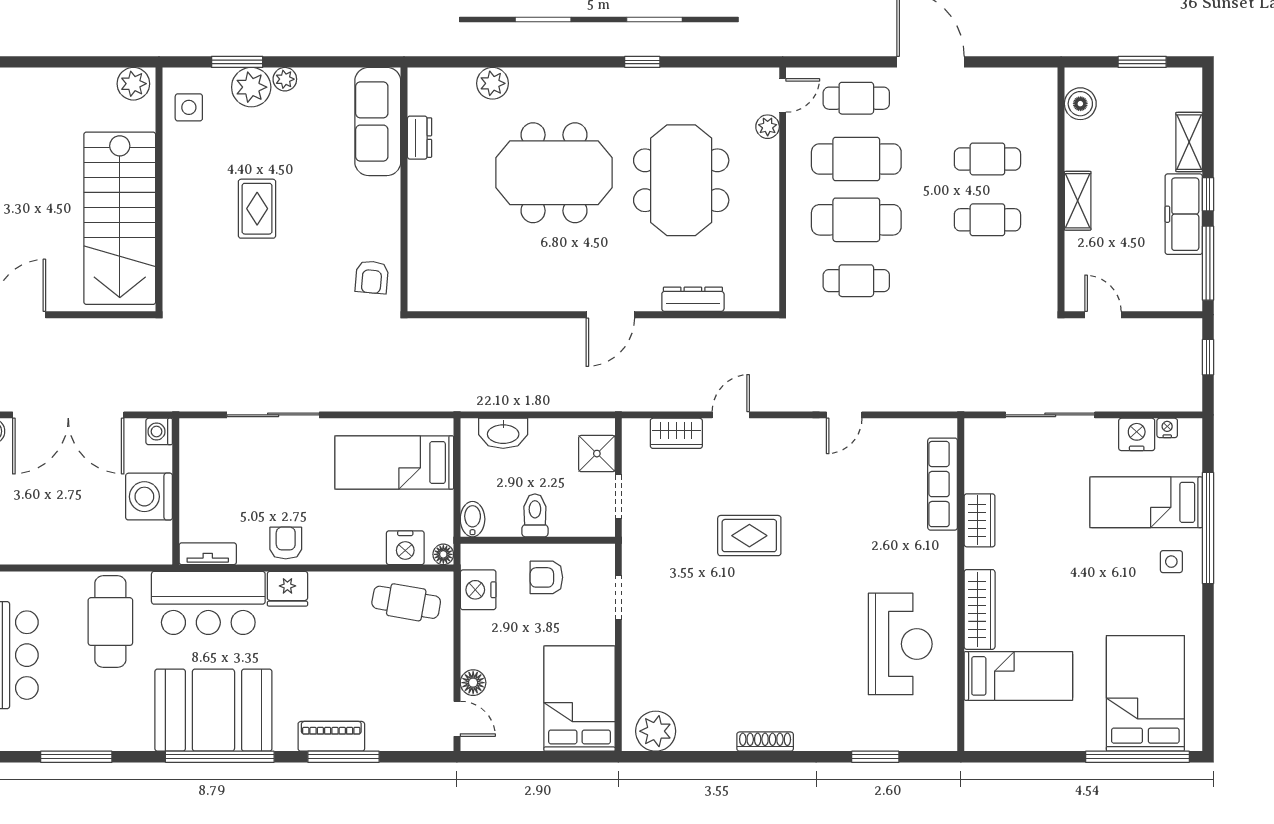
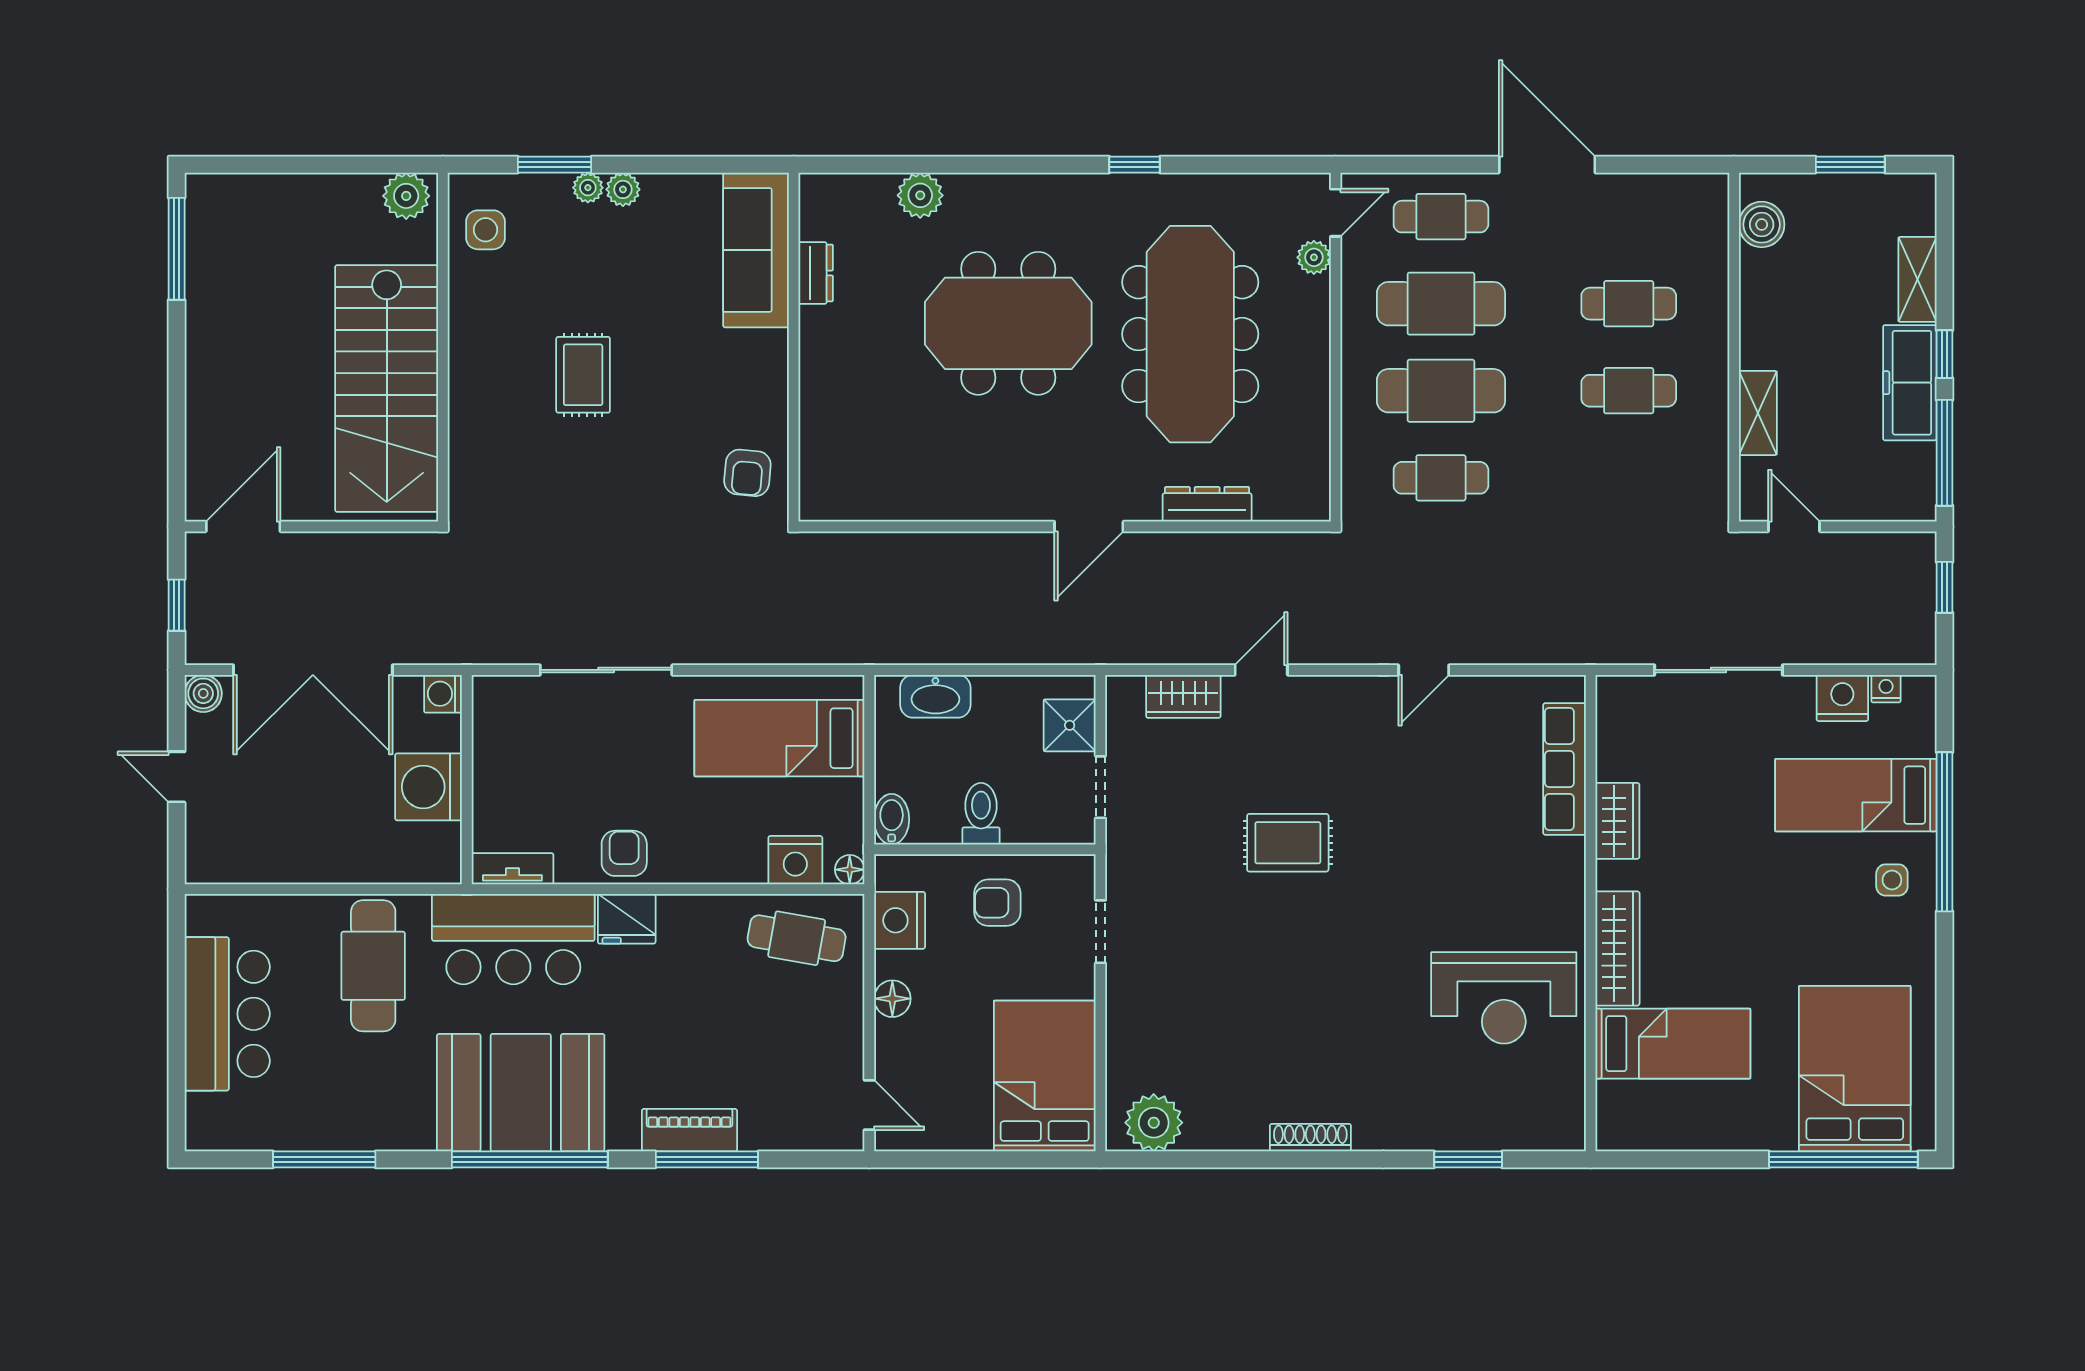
plant: (251, 87) -> (588, 188), width x0.53, depth x0.53
meeting table: (681, 180) -> (1190, 334), width x1.36
shelving: (1078, 201) -> (1758, 413), moved
reception desk: (900, 644) -> (1504, 998), turned 90
floor lamp: (473, 683) -> (892, 999), moved

